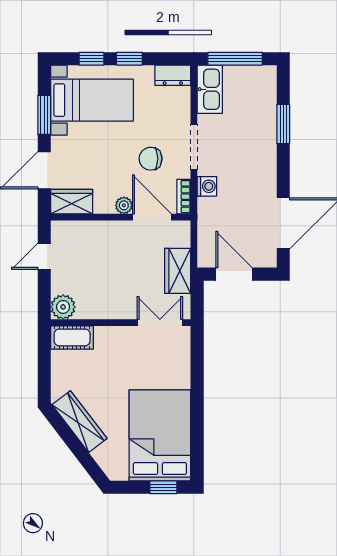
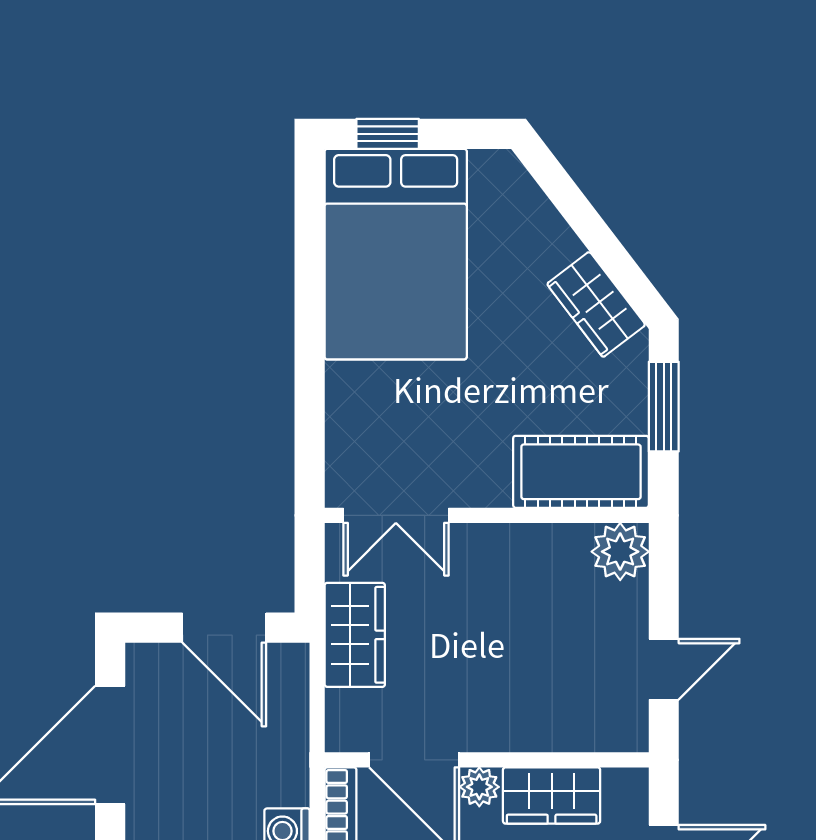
wardrobe: (72, 202) -> (552, 795), moved
cot: (72, 337) -> (581, 472), width x1.37, depth x1.34
window: (44, 370) -> (664, 407), added
wardrobe: (79, 422) -> (596, 304), width x0.67

